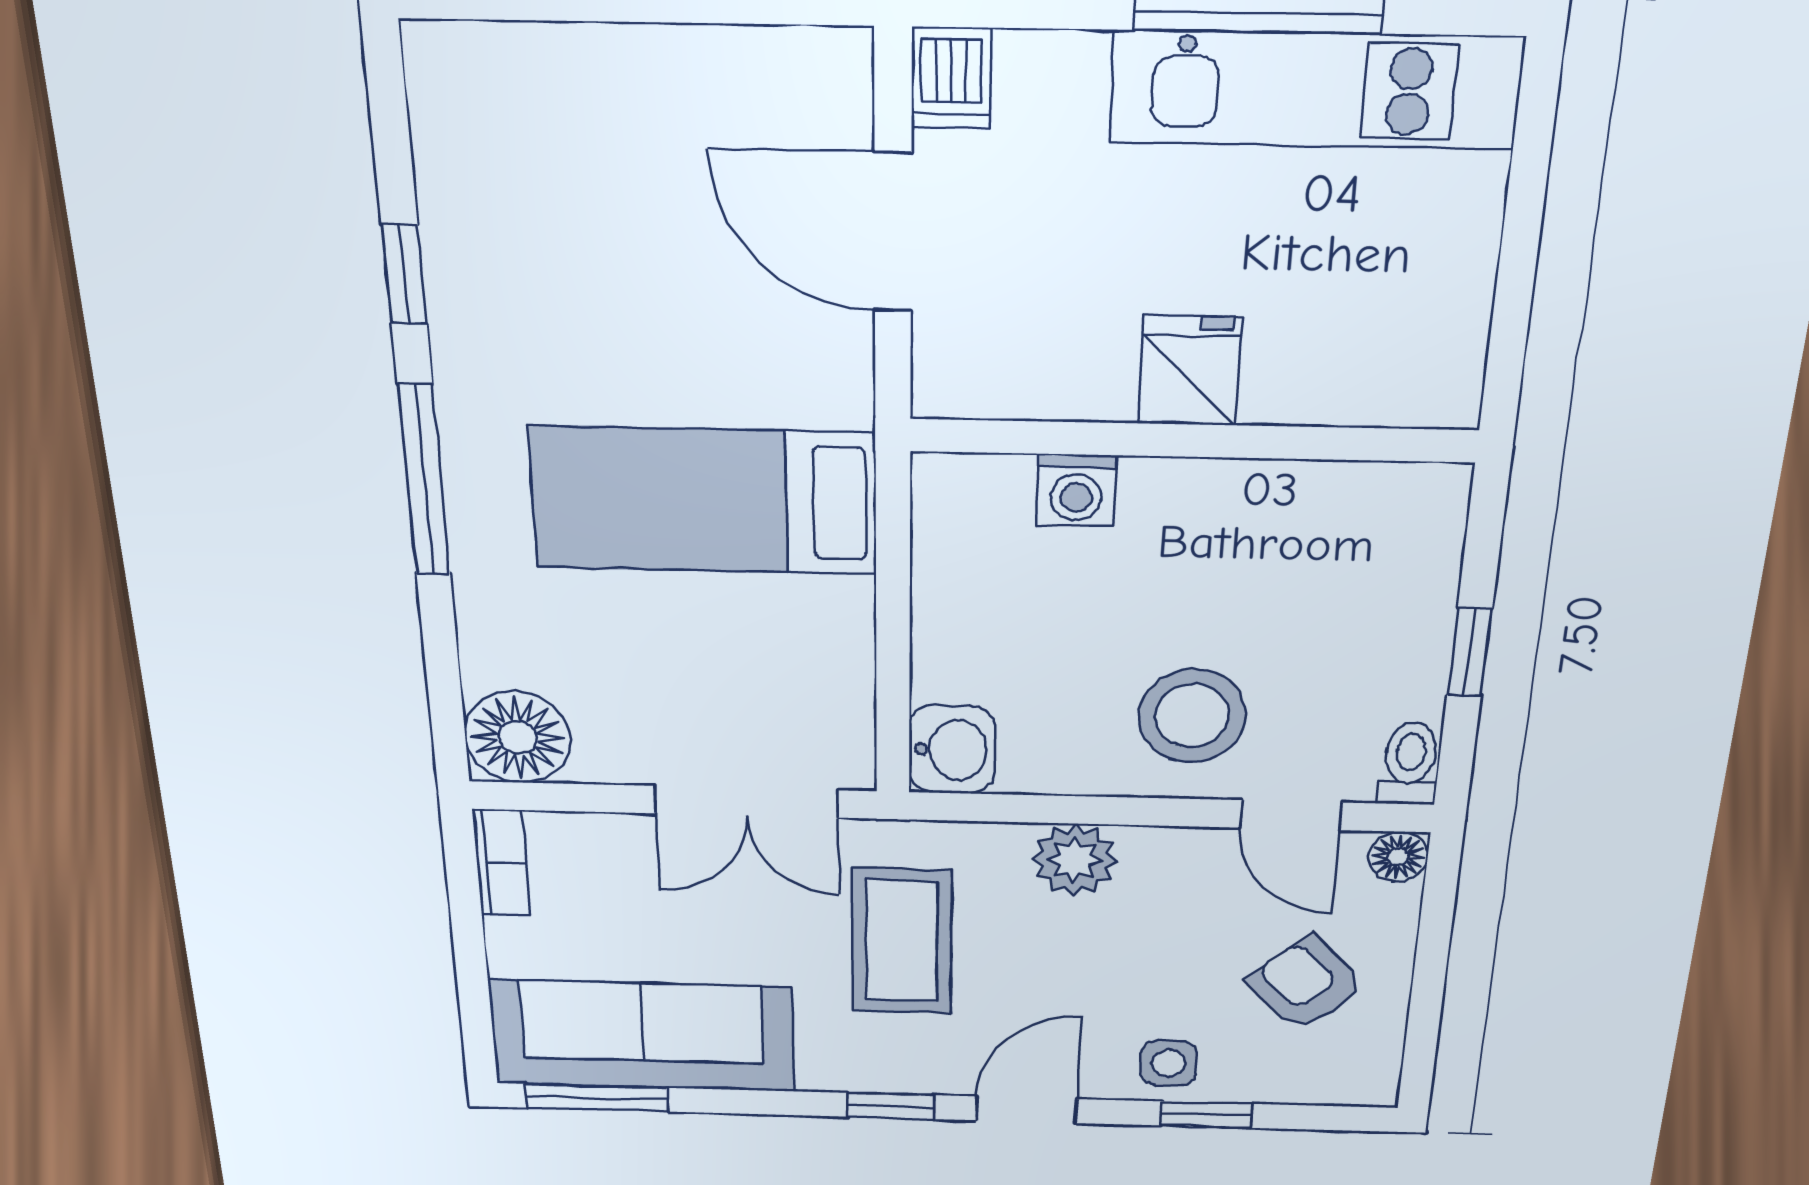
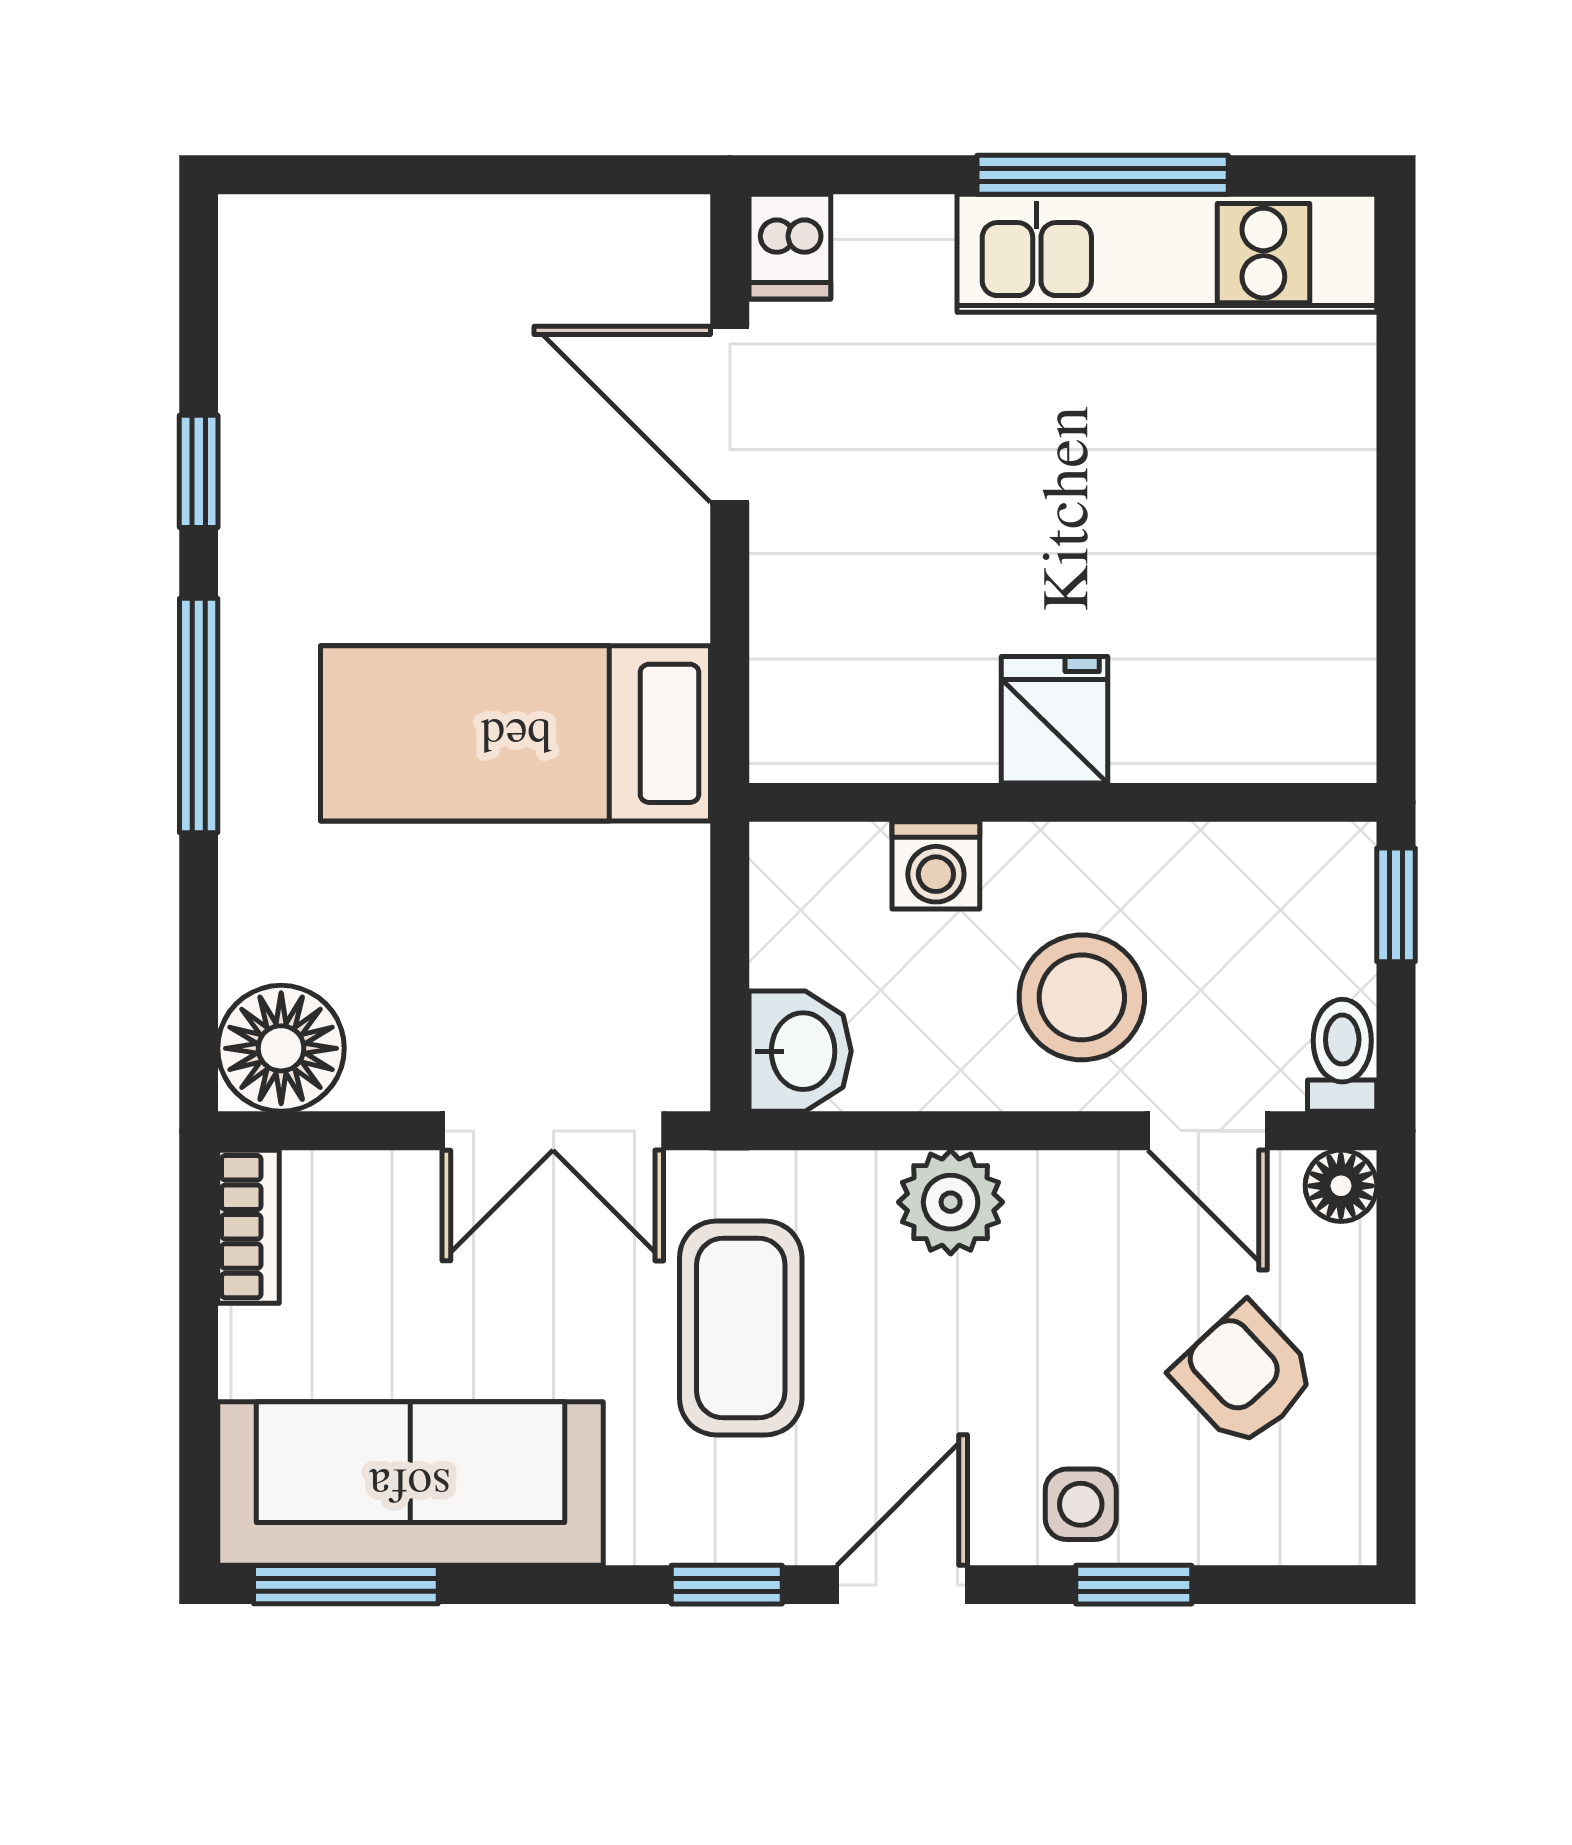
fridge: (1190, 371) -> (1055, 720), moved
wall: (1193, 441) -> (1063, 802), moved
washing machine: (1076, 490) -> (936, 865), moved

